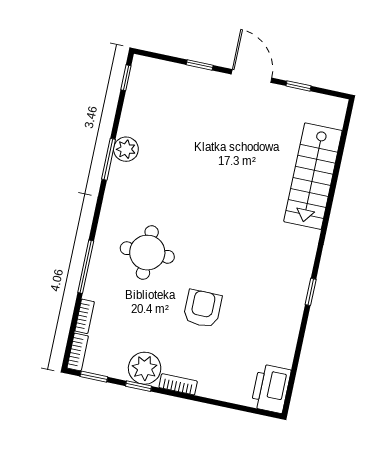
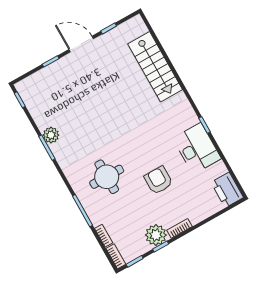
desk: (278, 311) -> (197, 148), added

